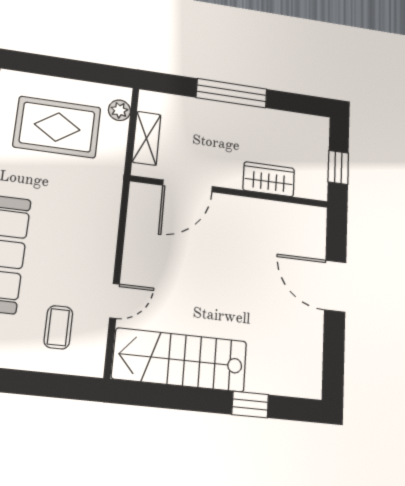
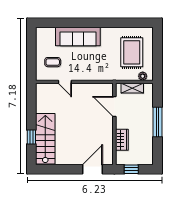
door: (335, 286) -> (92, 169), moved
stairs: (180, 360) -> (45, 139), moved

